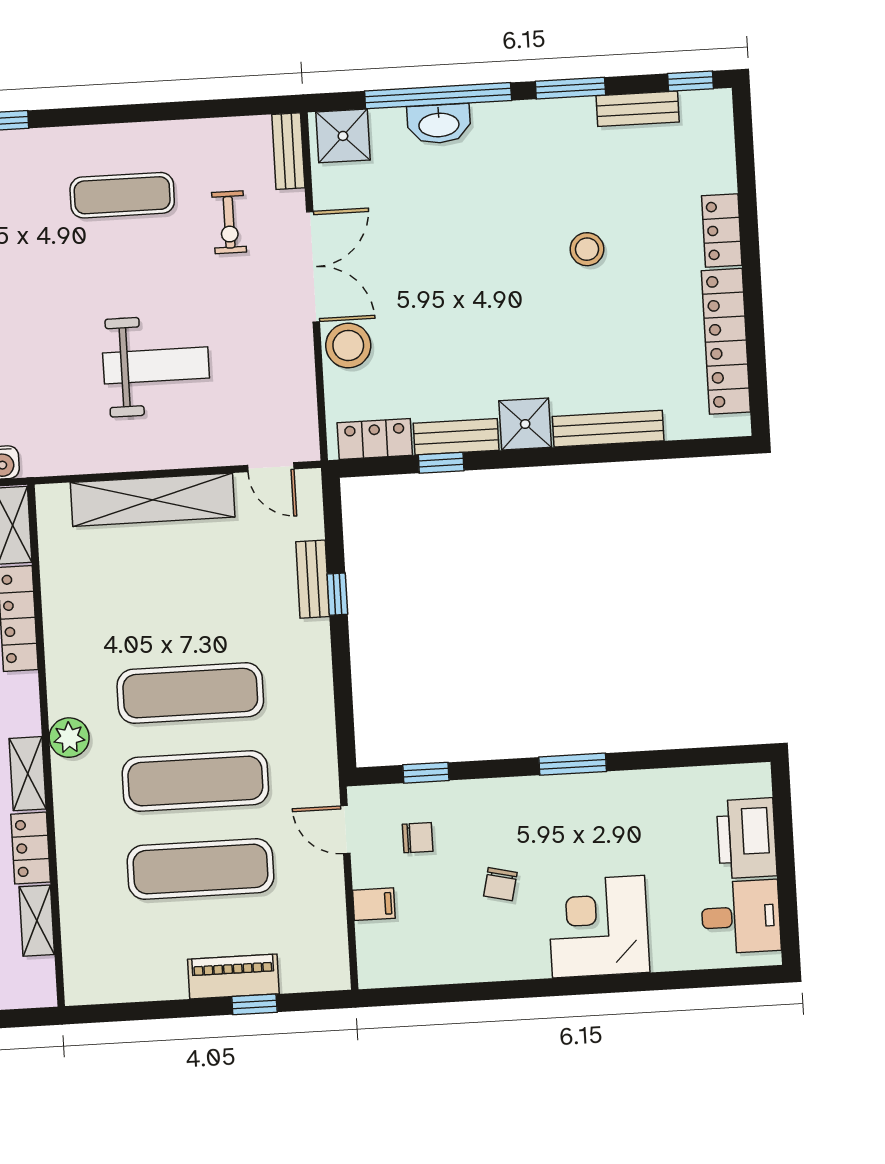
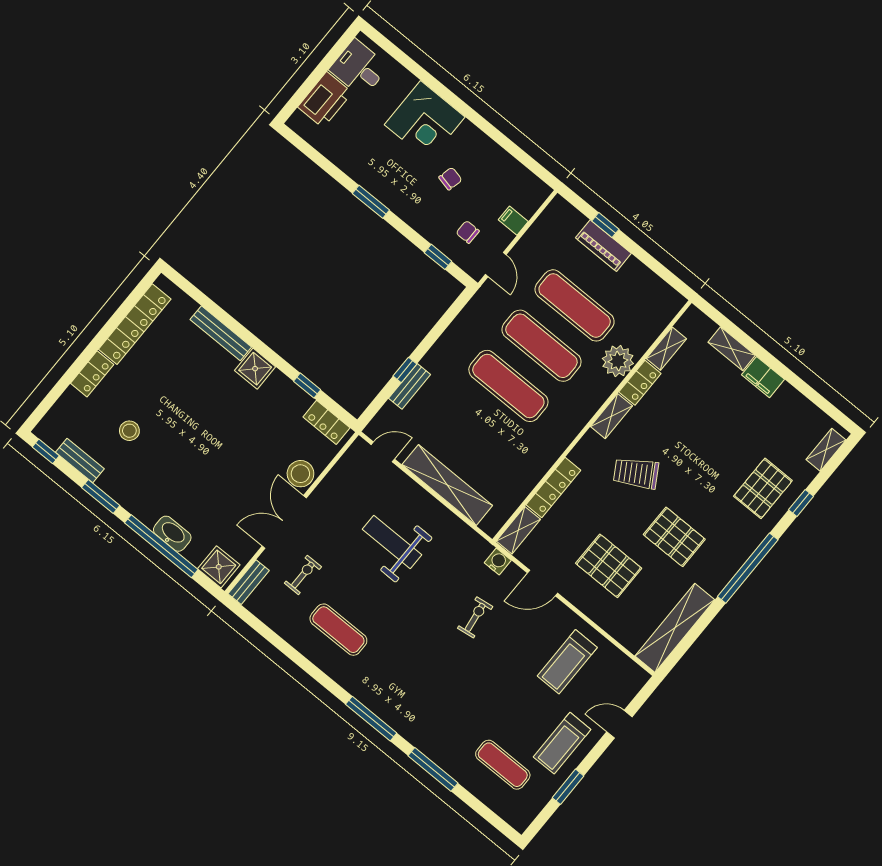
stool: (587, 249) -> (129, 431), moved
bench: (456, 437) -> (290, 391), removed
door: (271, 467) -> (383, 452), hinge flipped
plant: (69, 738) -> (618, 361), moved, width x1.36, depth x1.36

